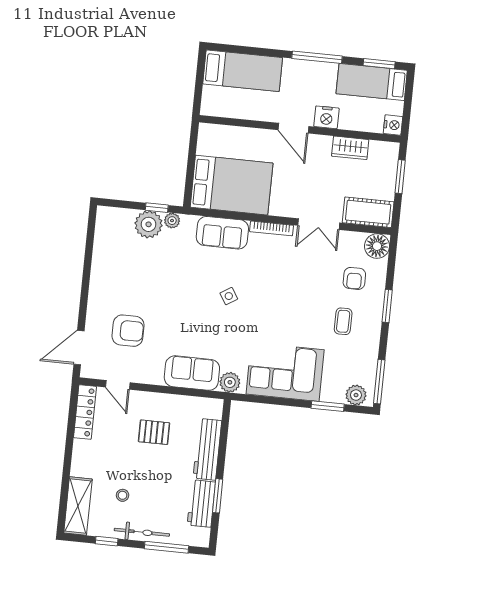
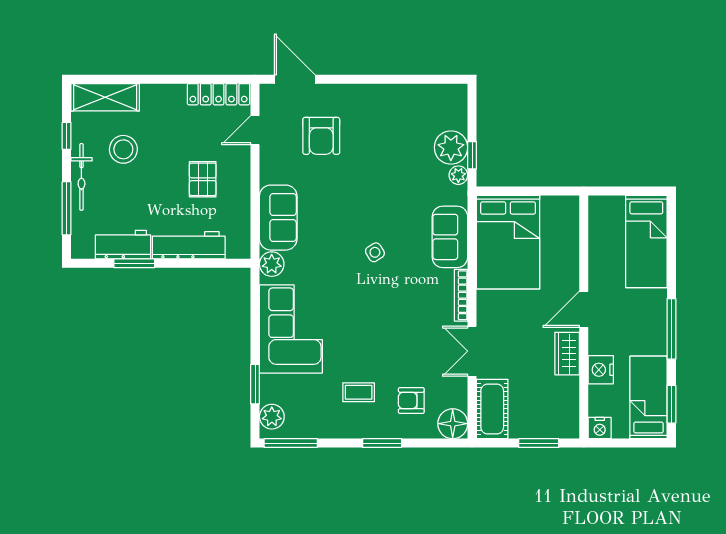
nightstand: (326, 117) -> (601, 370), moved
wardrobe: (350, 148) -> (567, 354), moved
stool: (123, 495) -> (123, 149), width x1.89, depth x1.89

